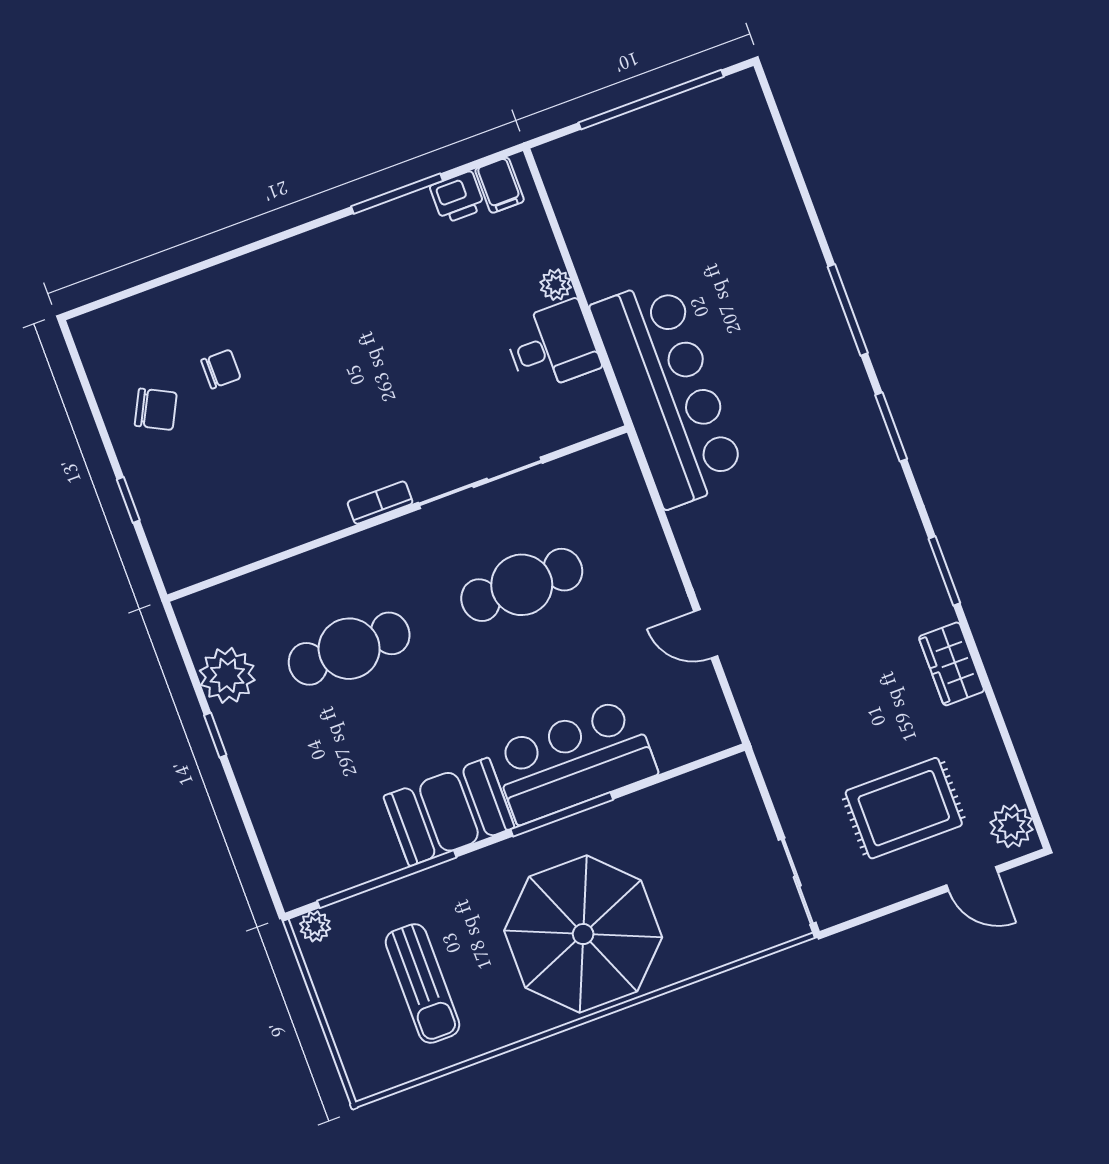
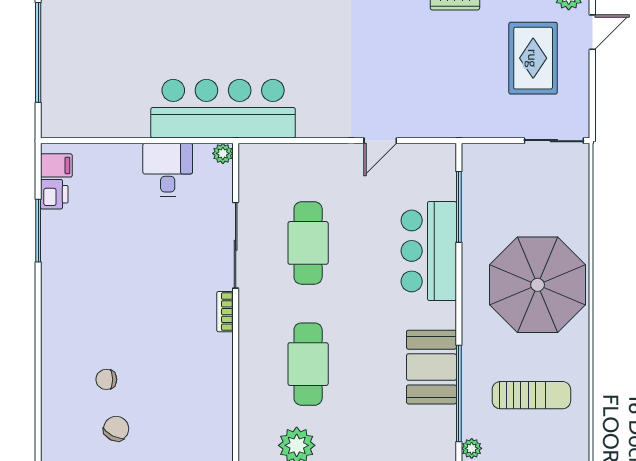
plant: (556, 285) -> (223, 153), moved
chair: (221, 369) -> (106, 379), turned -90
booth: (449, 812) -> (431, 367), moved
window: (562, 814) -> (459, 207), moved

